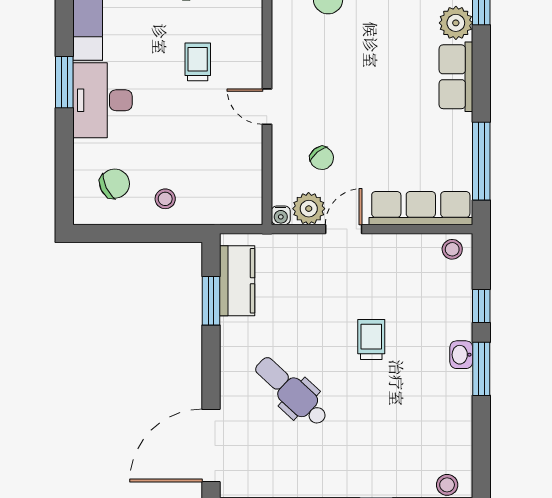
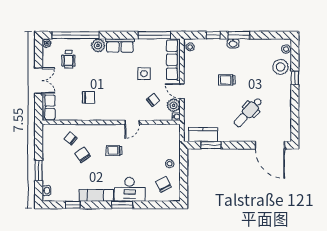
side table: (387, 136) -> (144, 74), added
stool: (403, 472) -> (281, 67), added

